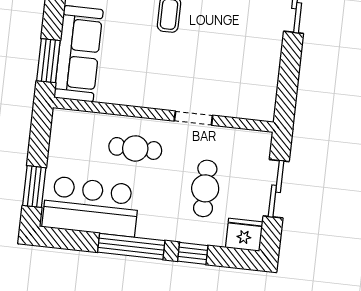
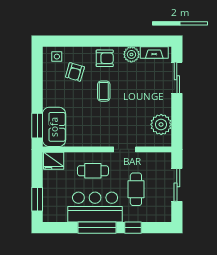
sofa: (79, 54) -> (54, 127), width x0.73
plant: (260, 82) -> (161, 124), added
bar counter: (91, 206) -> (95, 207), moved
fridge: (244, 235) -> (54, 161), moved, turned 180

